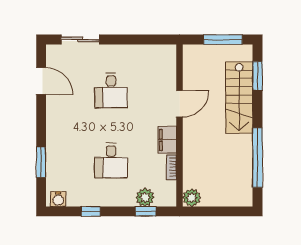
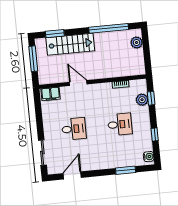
filing cabinet: (167, 140) -> (51, 94), moved
plant: (192, 198) -> (137, 43), moved

